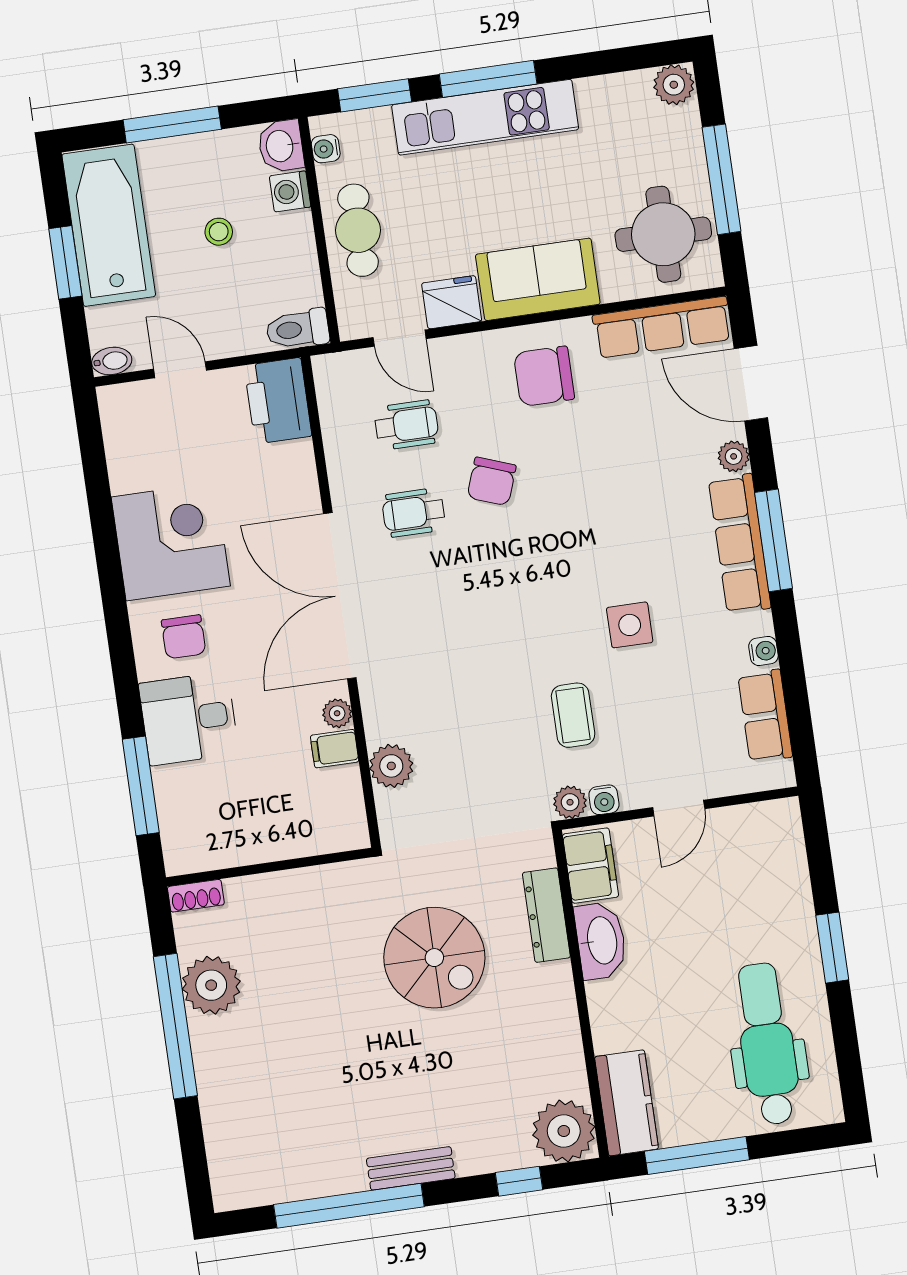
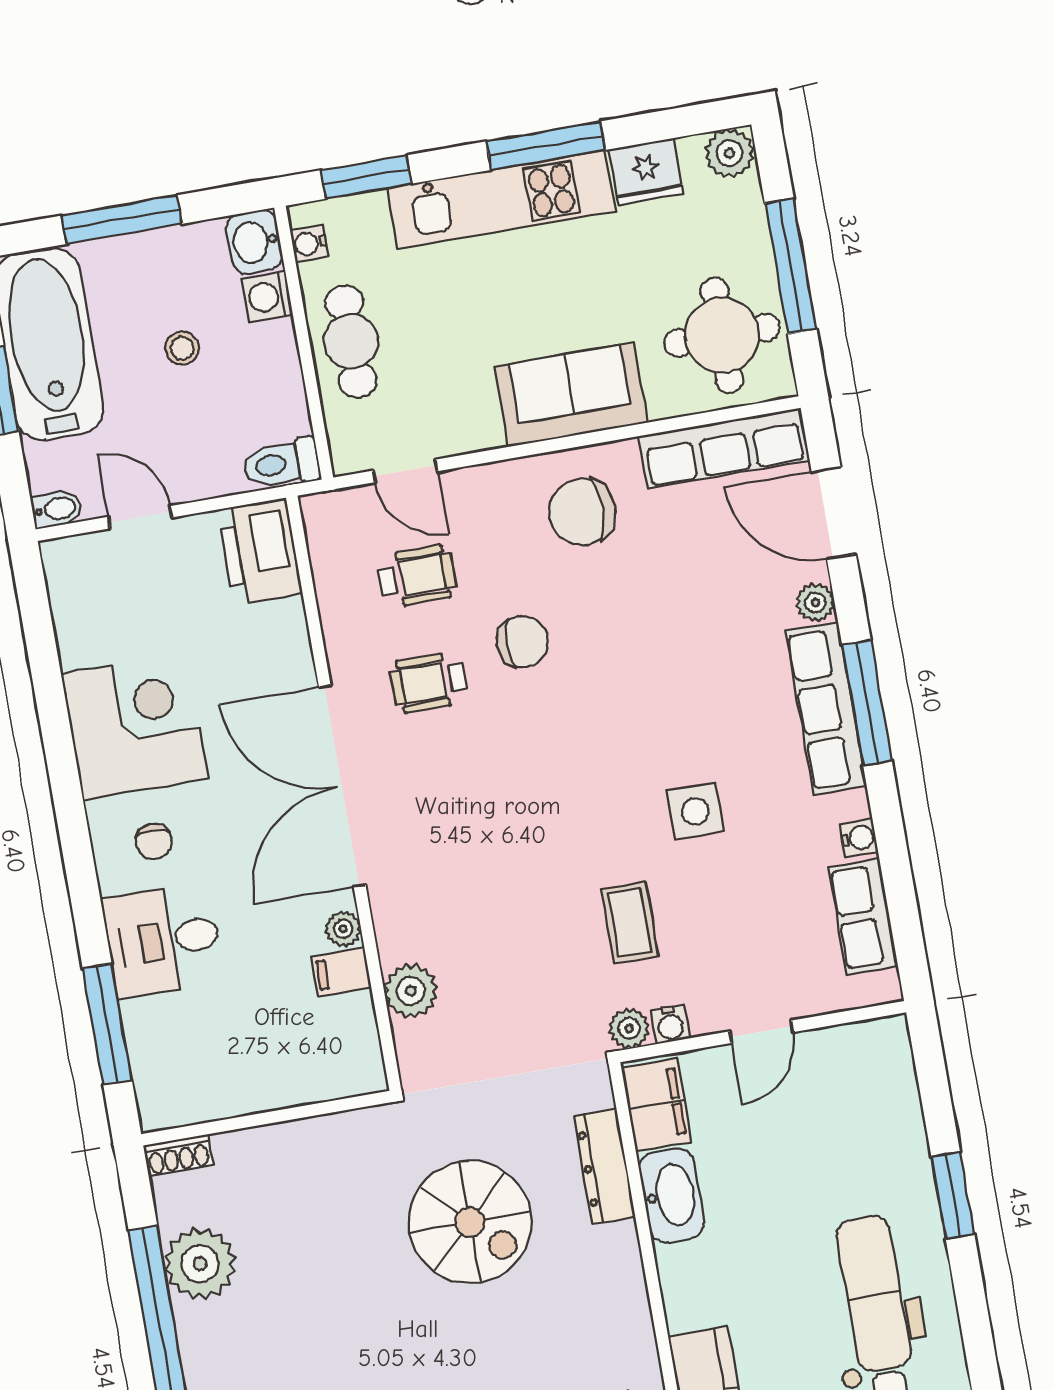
window: (488, 79) -> (546, 146), moved
fridge: (452, 302) -> (646, 172), moved, turned 180
chair: (492, 481) -> (522, 642), turned -110
chair: (184, 637) -> (154, 841), width x0.73, depth x0.73

